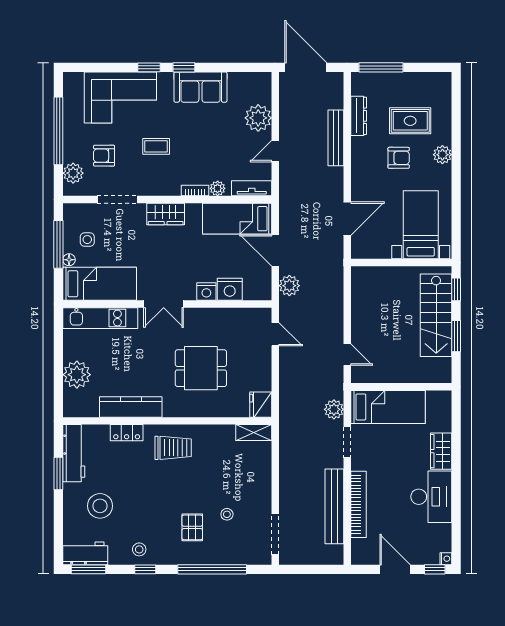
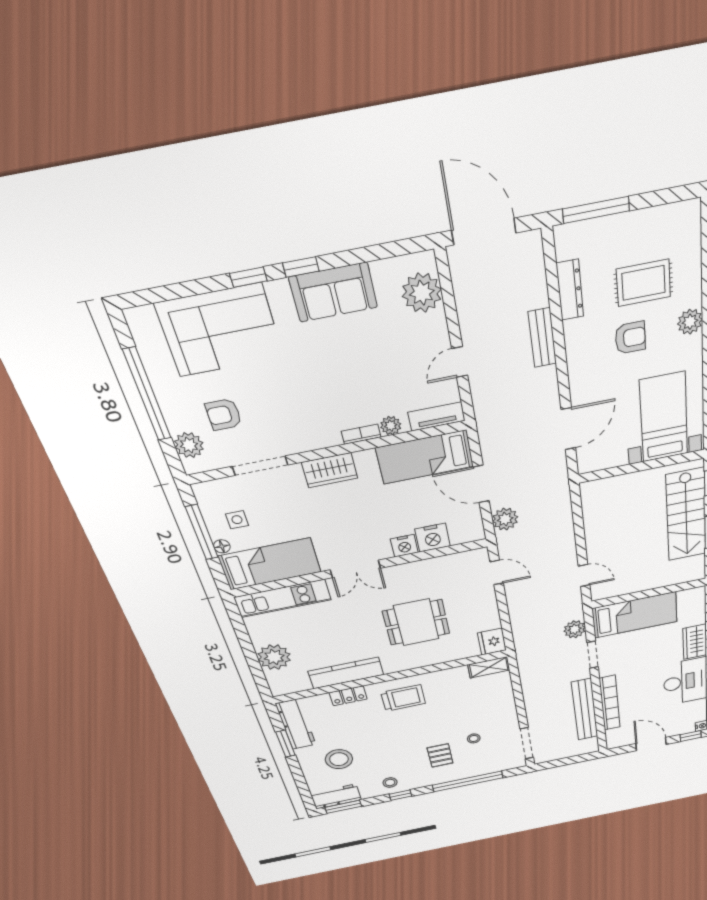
plant: (258, 118) -> (422, 293), moved
bench: (336, 138) -> (542, 338), width x0.73
coffee table: (156, 146) -> (292, 388), removed

